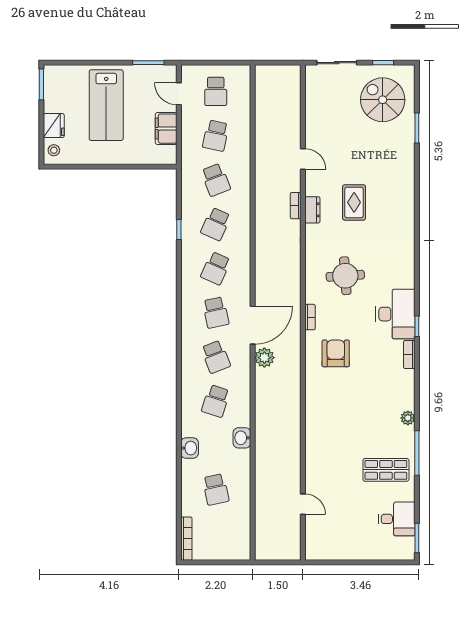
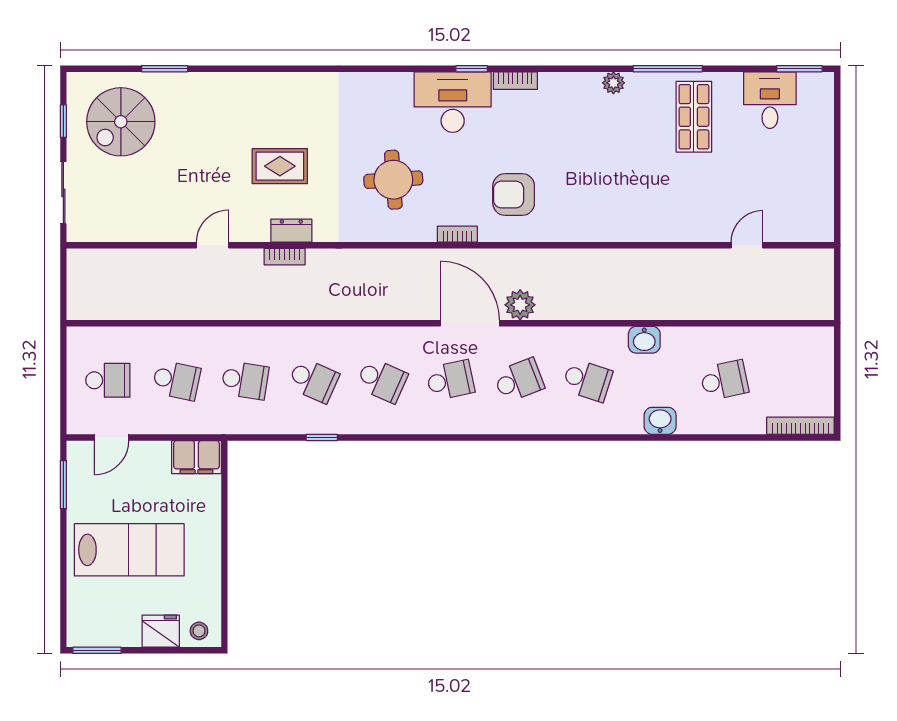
filing cabinet: (166, 129) -> (196, 457), moved
school desk: (216, 180) -> (245, 380), turned 30

